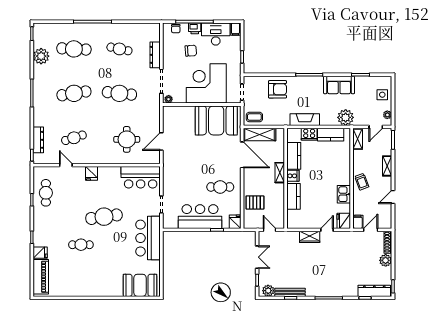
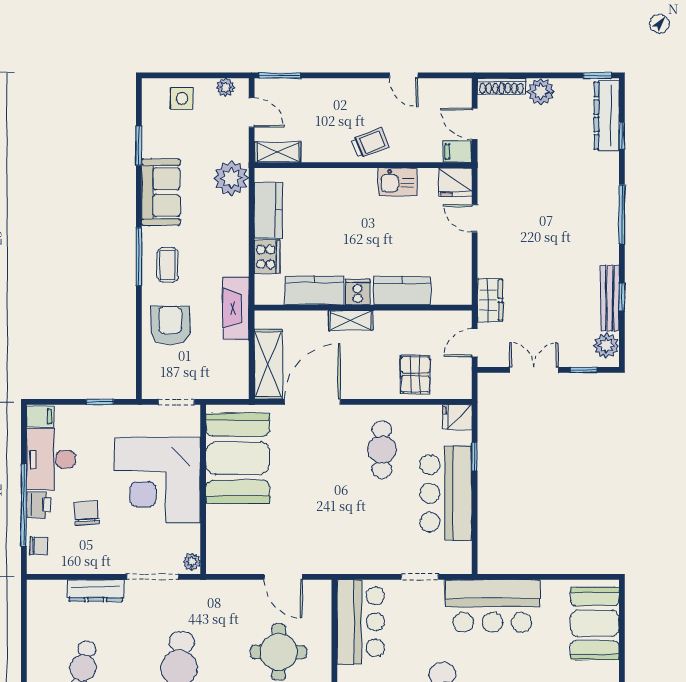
coffee table: (254, 117) -> (168, 265), moved
fireplace: (305, 120) -> (236, 308), moved
shelving: (387, 166) -> (336, 88), removed
wardrobe: (310, 237) -> (490, 300), moved

